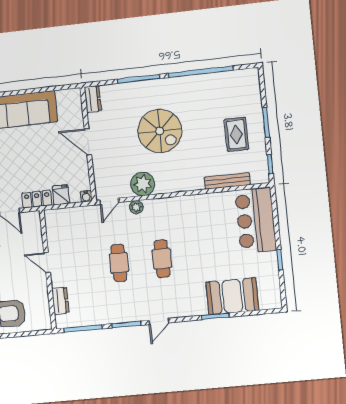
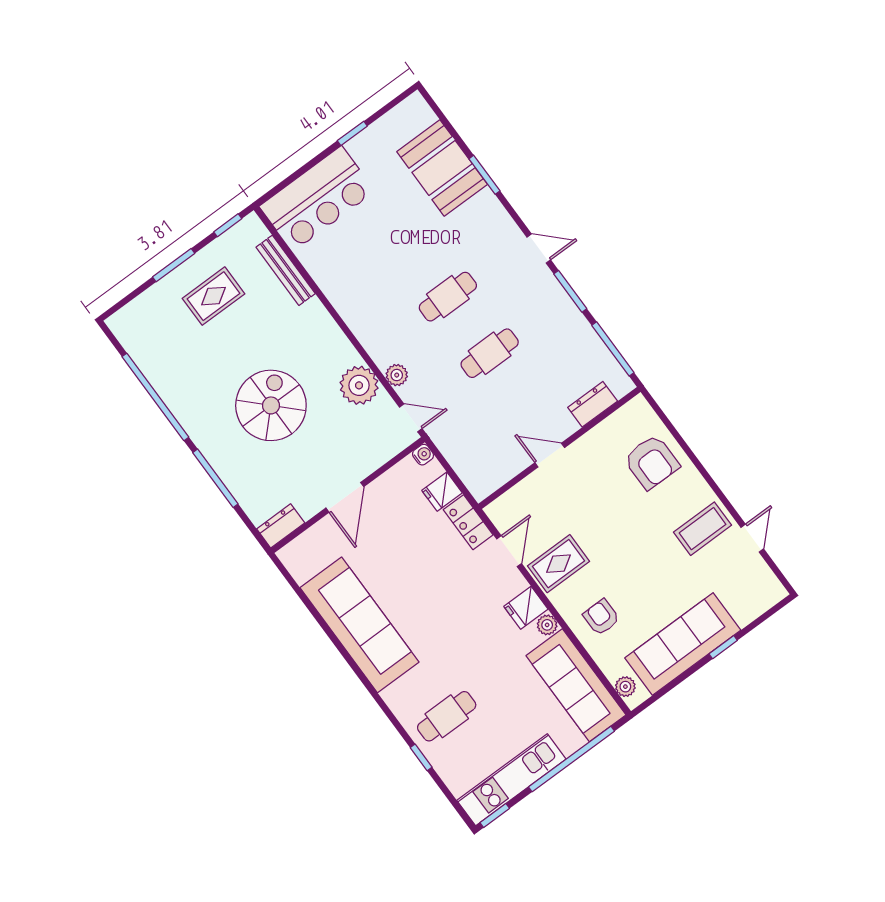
door: (47, 262) -> (550, 455), swing flipped

